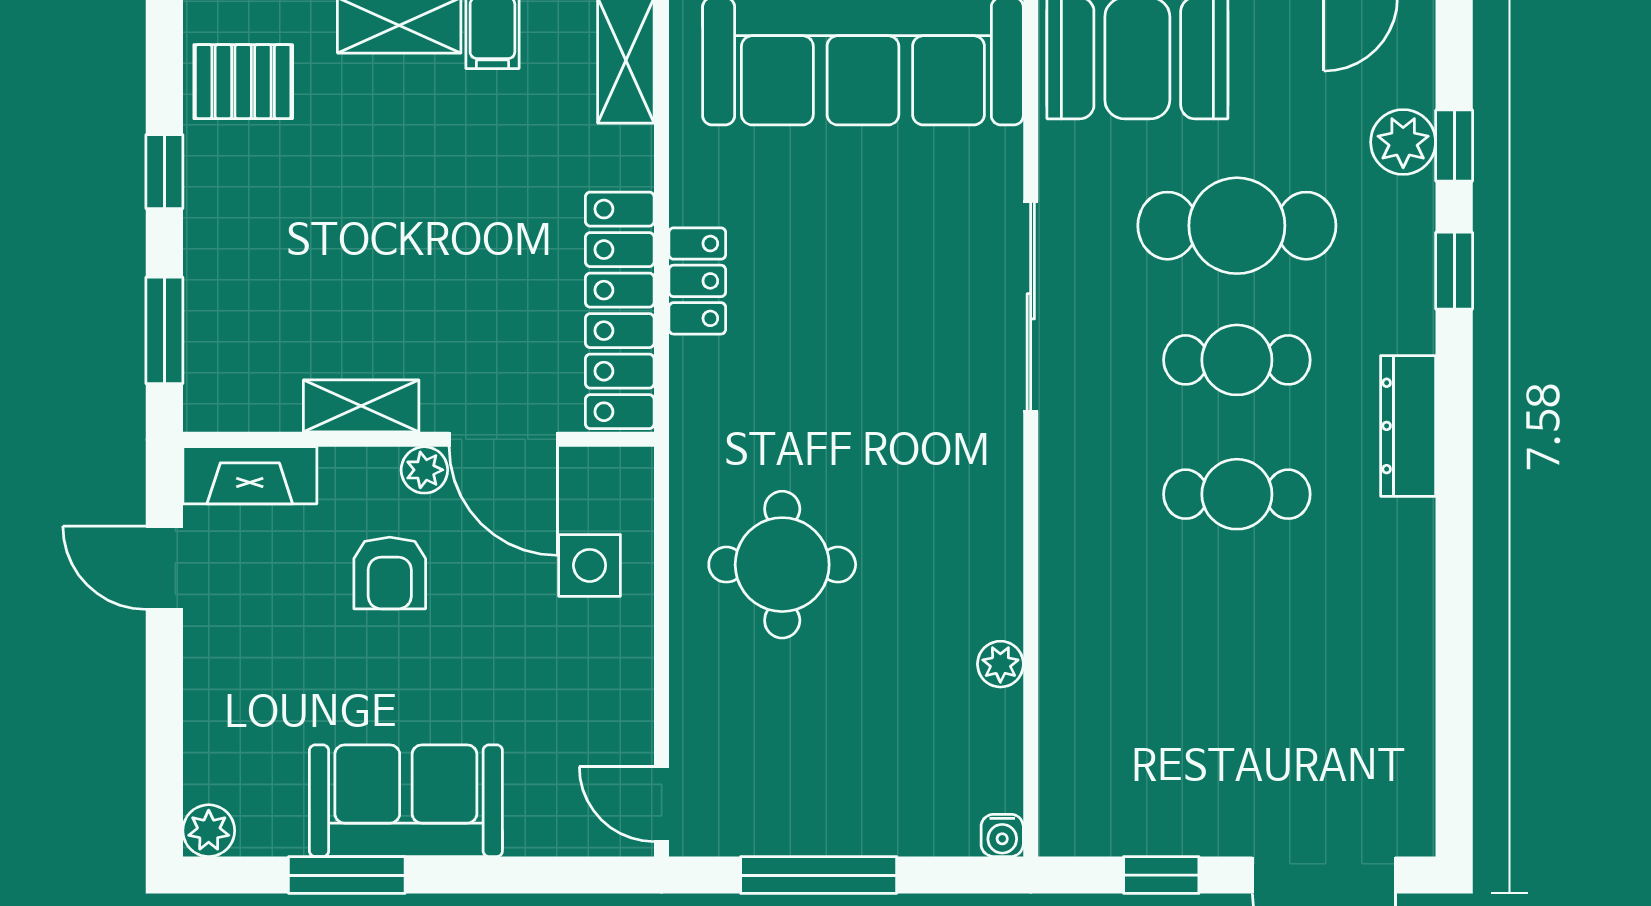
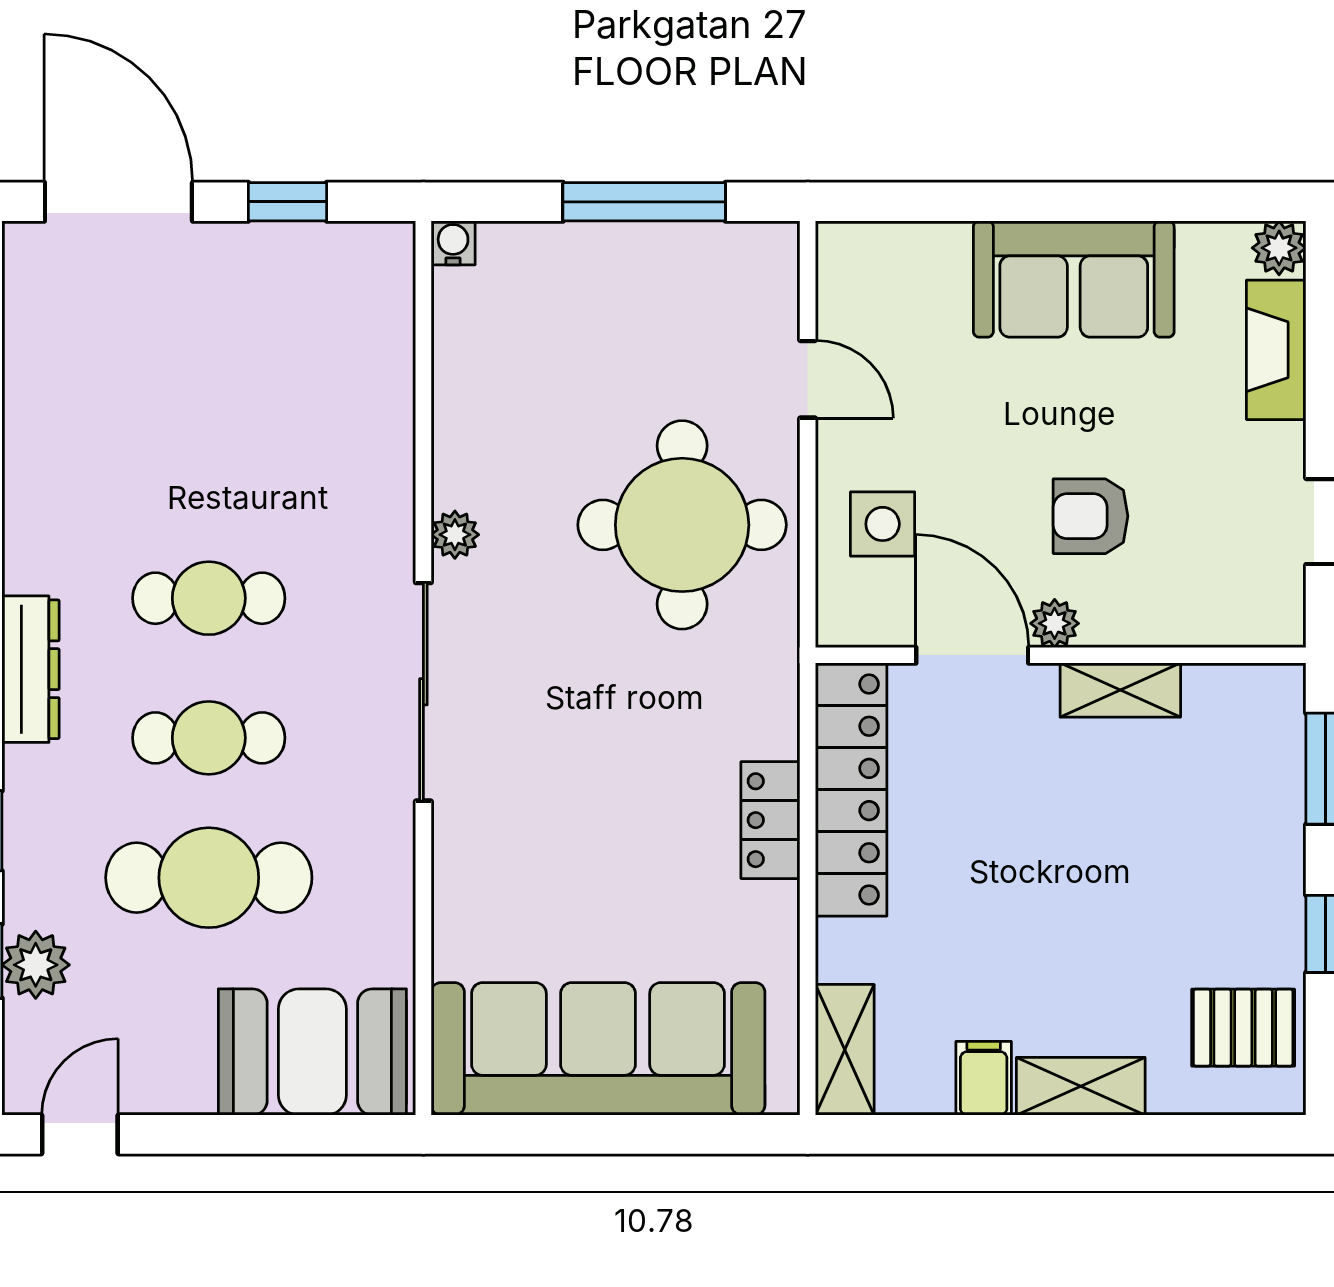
sliding door: (1031, 306) -> (423, 692), moved
fireplace: (250, 475) -> (1276, 350), moved, turned -90
round table: (782, 565) -> (682, 525), width x1.36, depth x1.36
armchair: (390, 573) -> (1091, 516), turned -90
plant: (1000, 664) -> (455, 535), moved
door: (662, 804) -> (808, 379), moved
window: (347, 875) -> (1135, 202), removed

